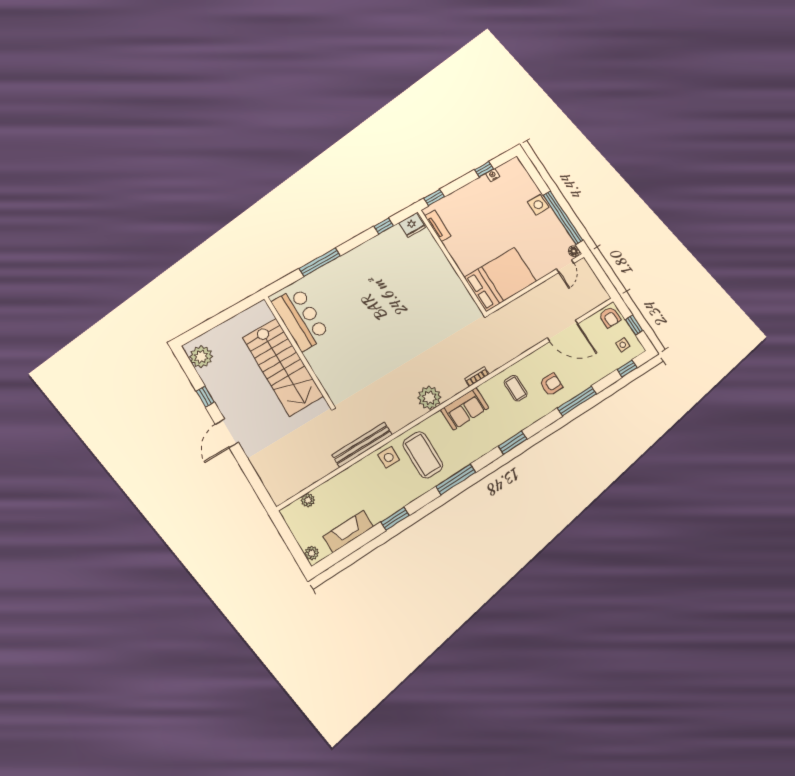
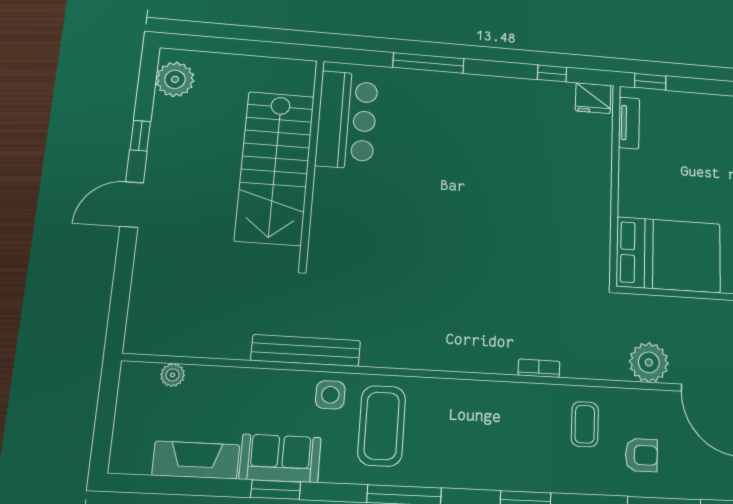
plant: (429, 398) -> (649, 362), moved
sofa: (465, 409) -> (280, 458), moved, turned 180
plant: (312, 553) -> (122, 454), removed

